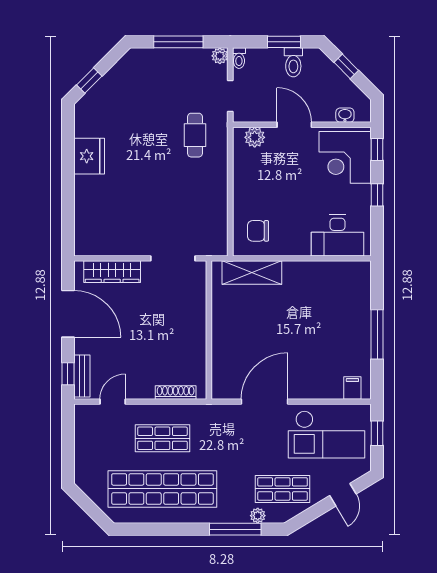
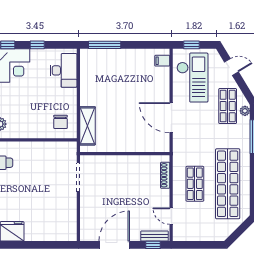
wardrobe: (112, 272) -> (87, 216), removed
window: (377, 334) -> (105, 45), moved
plant: (258, 516) -> (245, 111), moved

